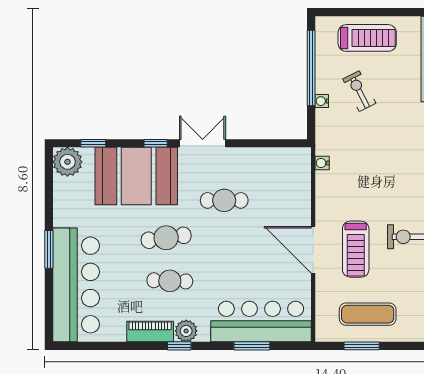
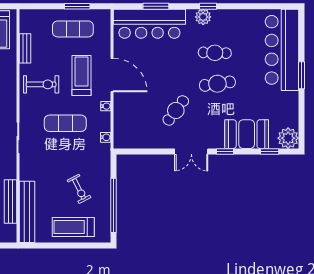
water cooler: (322, 101) -> (106, 106), moved
booth: (136, 176) -> (247, 134), width x0.73, depth x0.70
exercise mat: (378, 183) -> (65, 123), added
cafe table: (224, 200) -> (176, 110), turned -53
piano: (150, 332) -> (229, 16), removed

